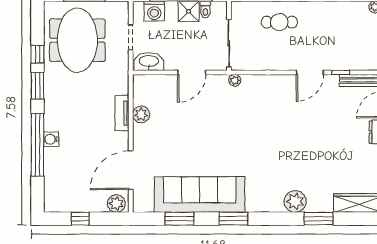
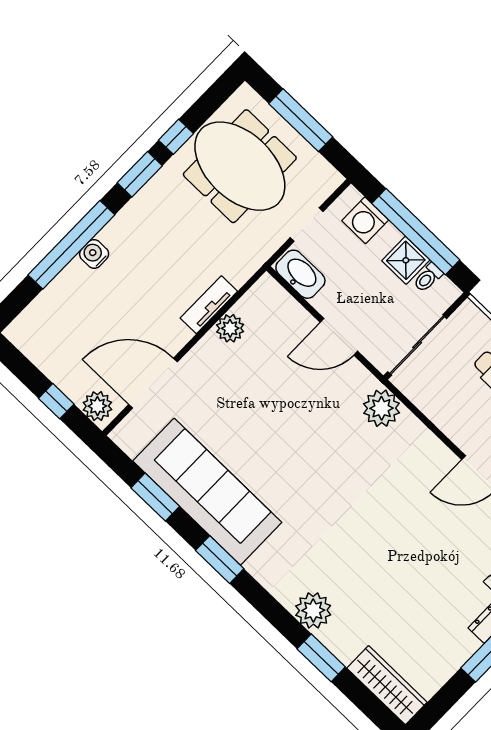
meeting table: (77, 40) -> (240, 166), turned 90
plant: (235, 80) -> (381, 408), width x1.87, depth x1.87
window: (80, 219) -> (56, 401), moved

